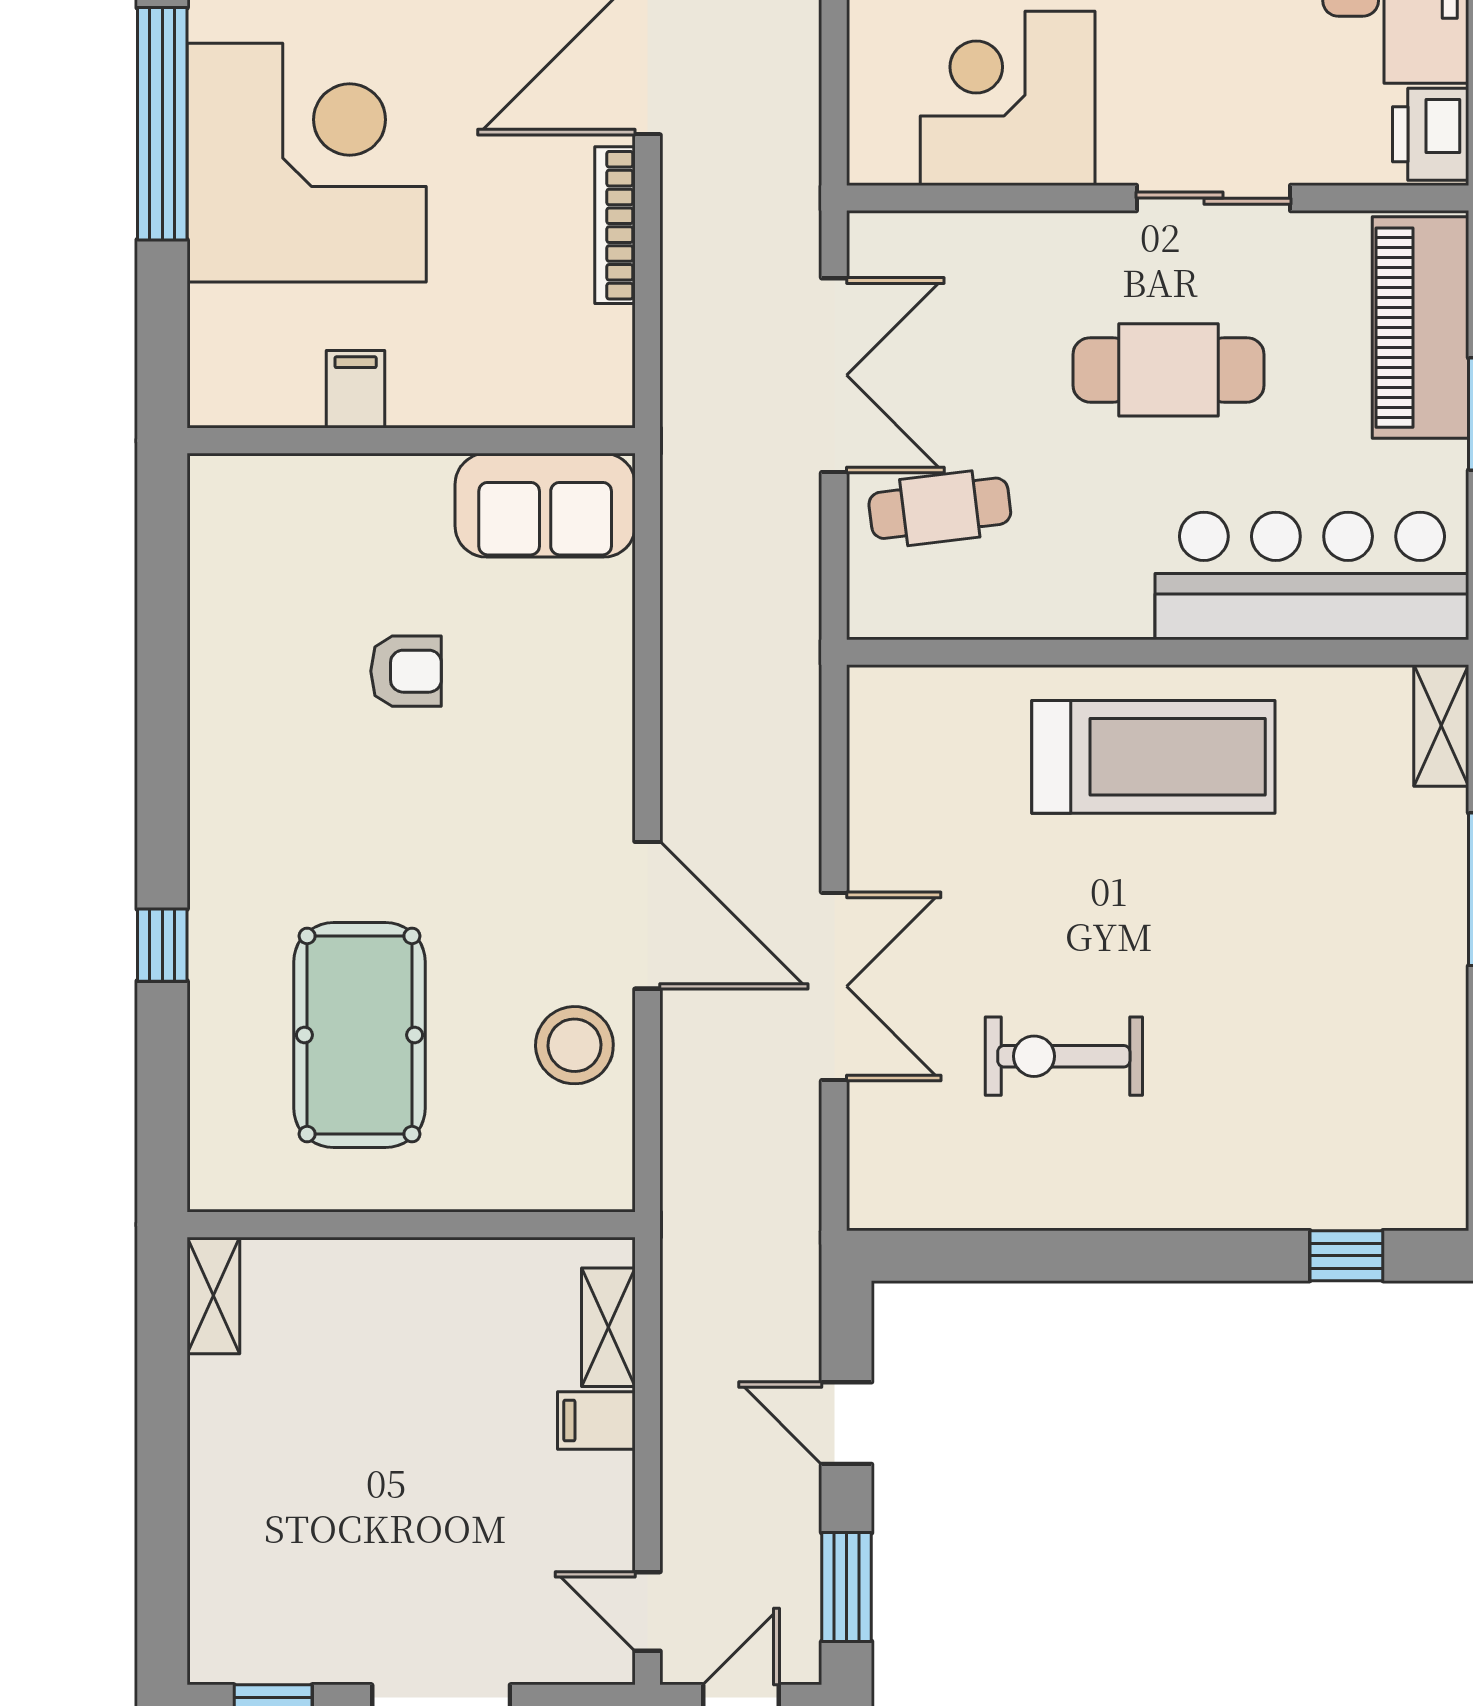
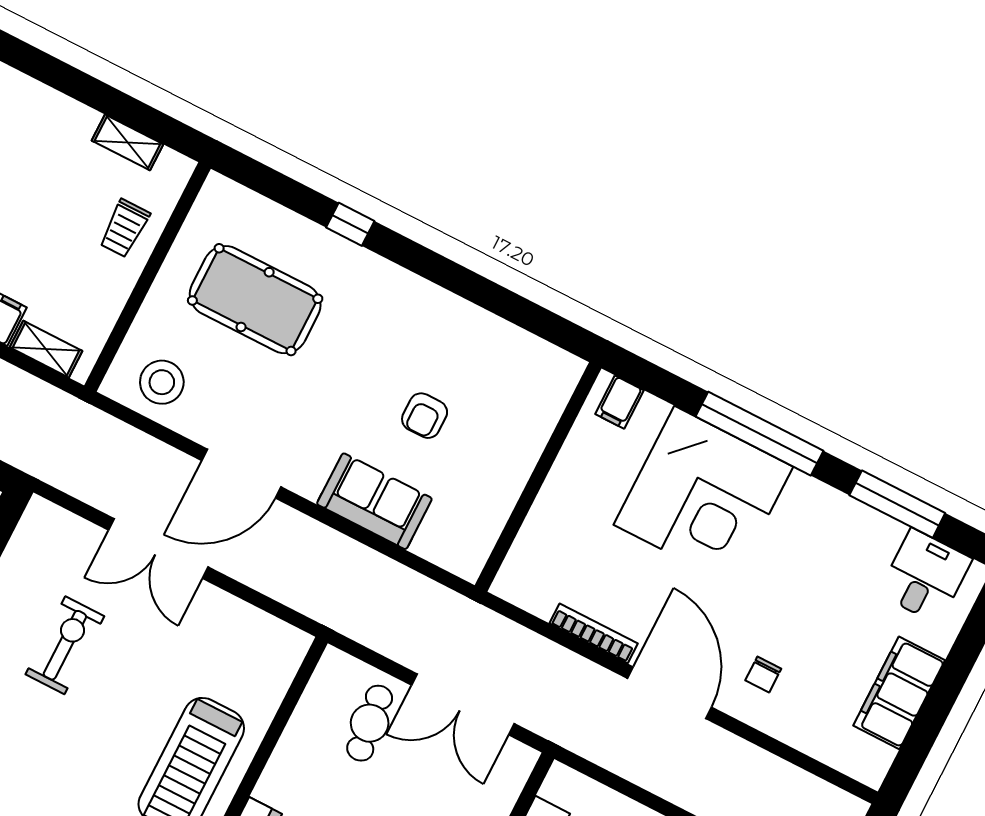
filing cabinet: (356, 389) -> (620, 402), moved, turned 90
sofa: (545, 505) -> (374, 501), moved, turned 90
stool: (574, 1045) -> (162, 382), moved
shelving: (213, 1295) -> (127, 142), moved
trolley: (352, 1301) -> (124, 228), added

